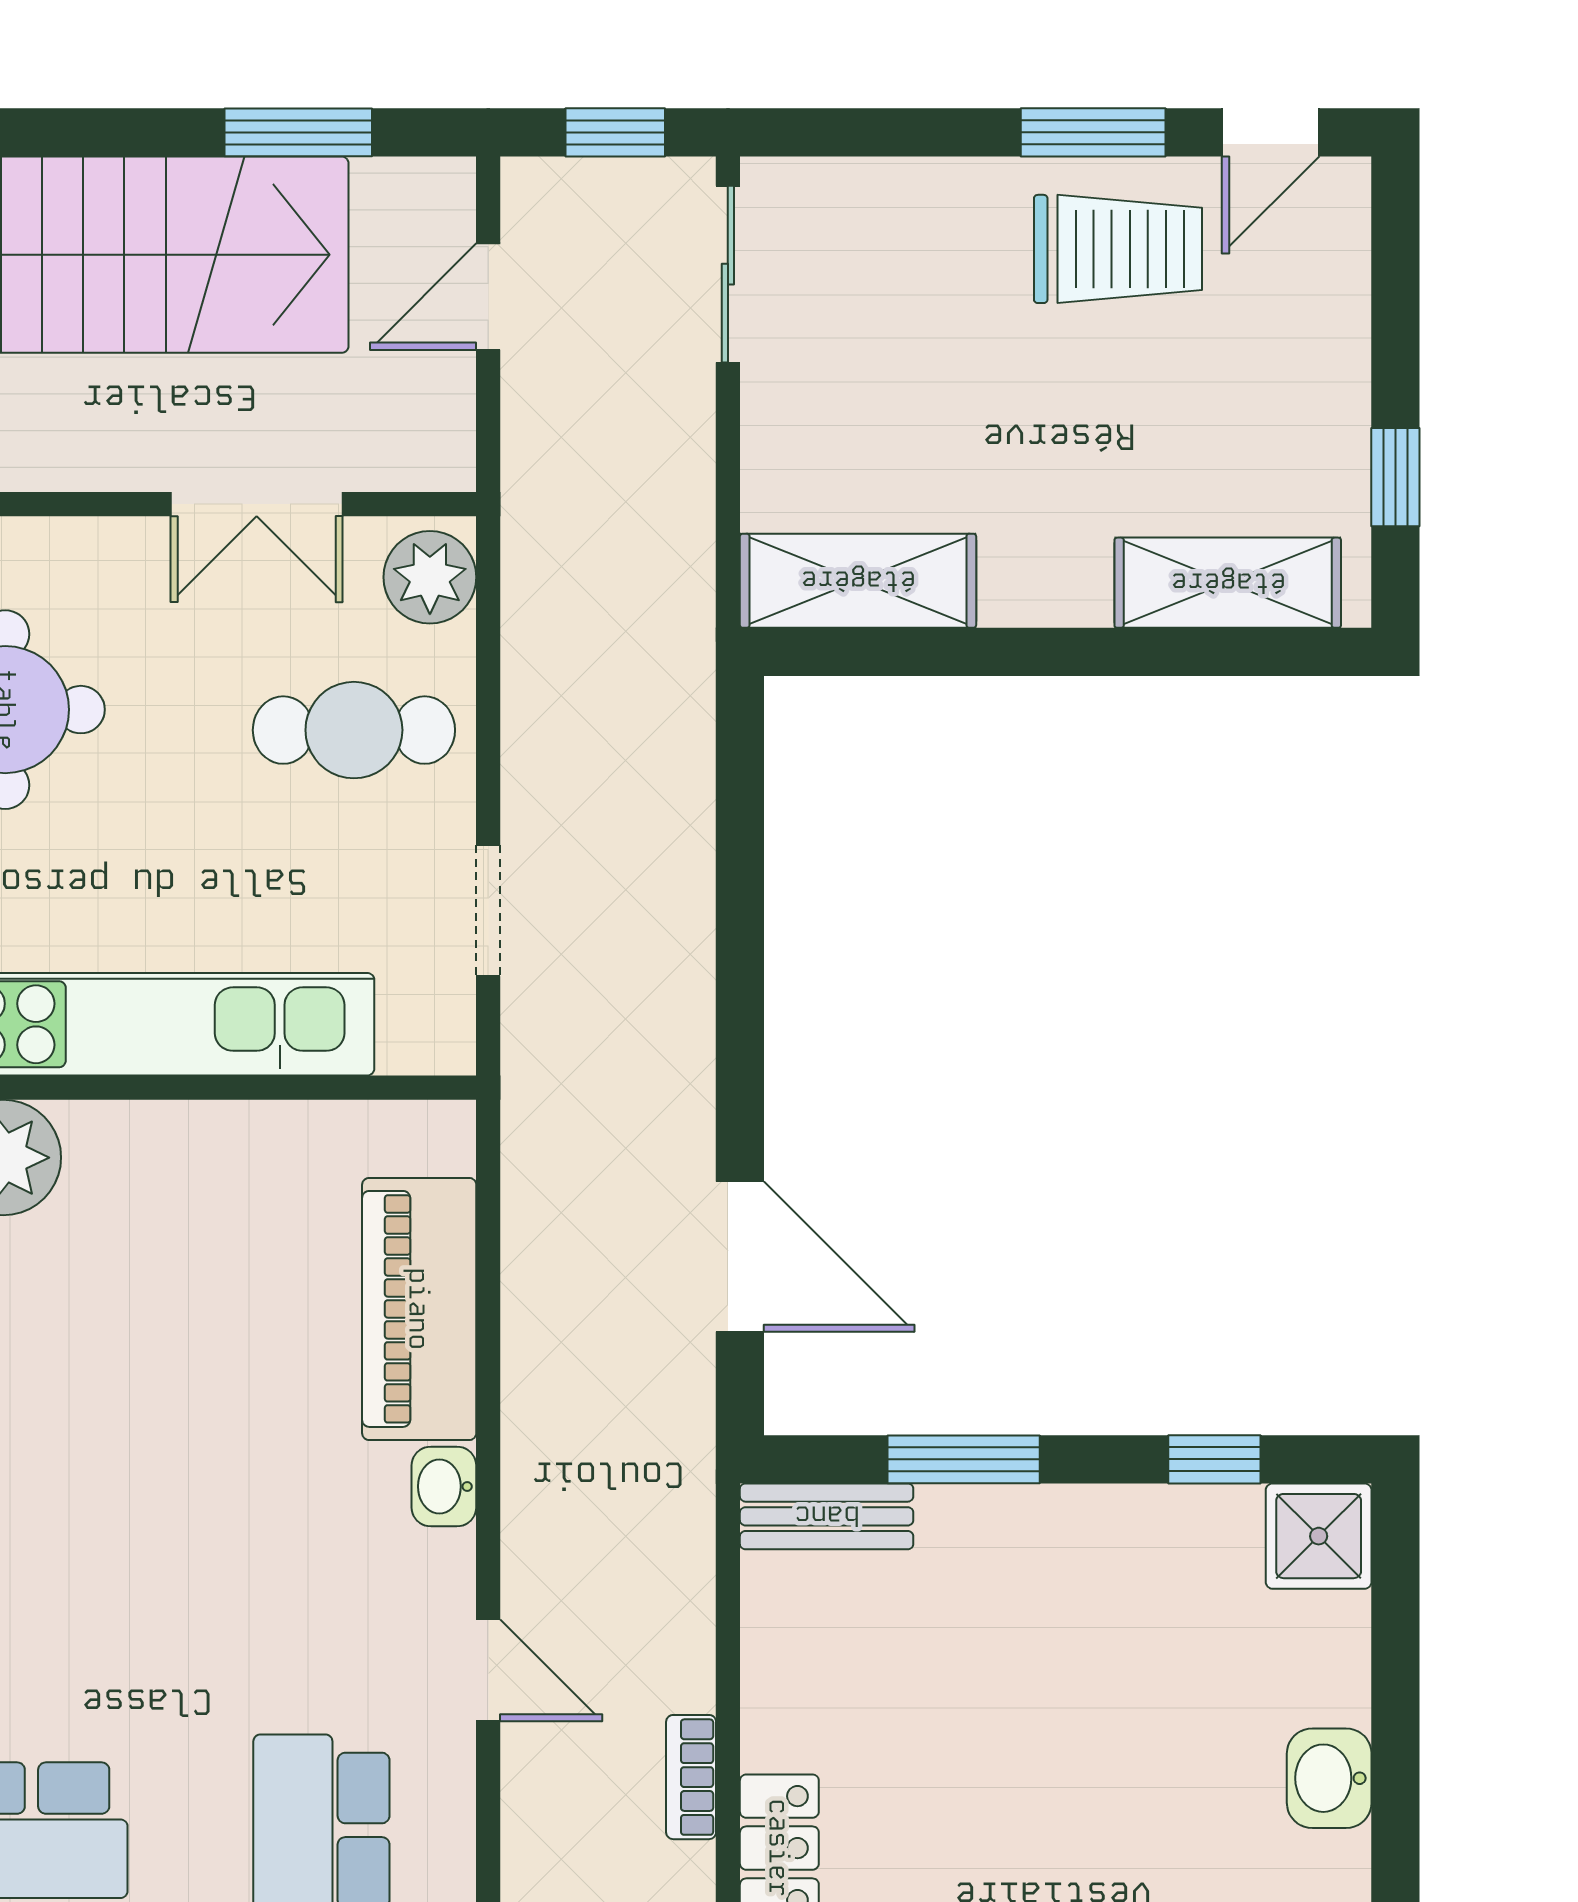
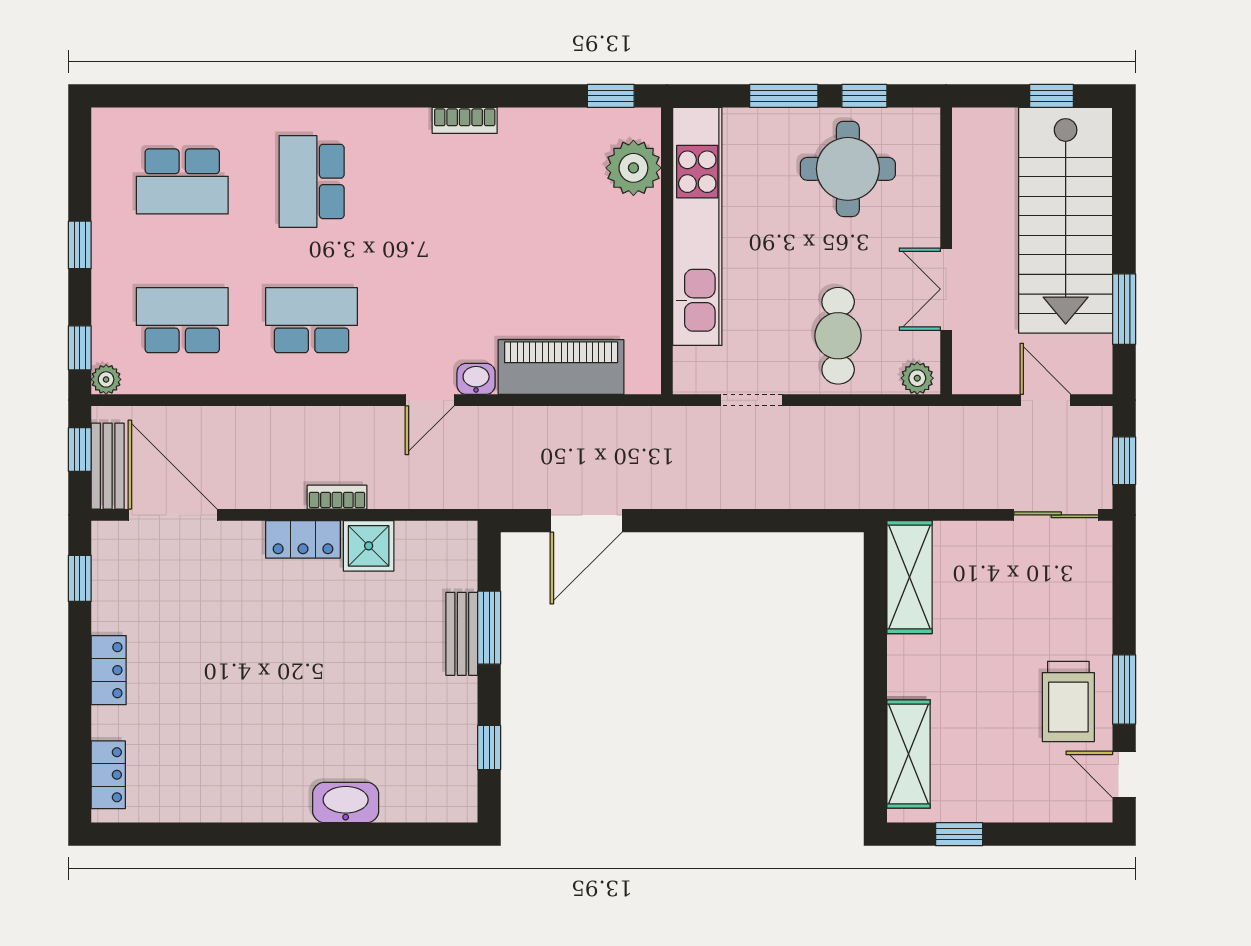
plant: (430, 577) -> (917, 378), width x0.73, depth x0.73
bench: (827, 1516) -> (462, 634), moved
shower: (1319, 1536) -> (369, 546), moved
door: (488, 1670) -> (430, 400), moved
washbasin: (1329, 1778) -> (346, 803), width x1.38

